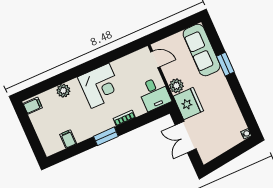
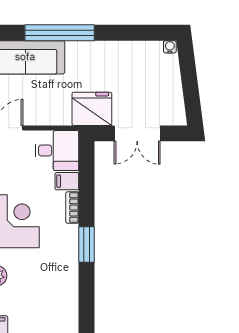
window: (225, 64) -> (60, 33), width x2.11
plant: (176, 86) -> (60, 115), removed
filing cabinet: (68, 139) -> (67, 181), moved

